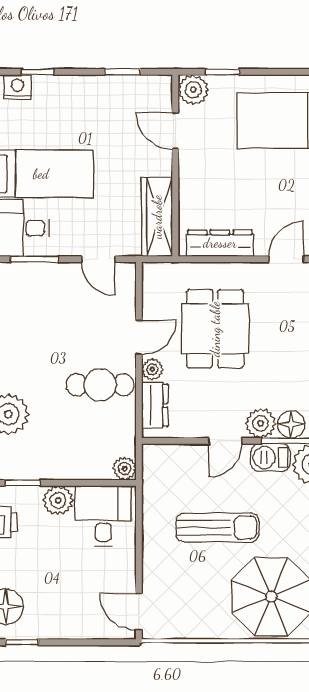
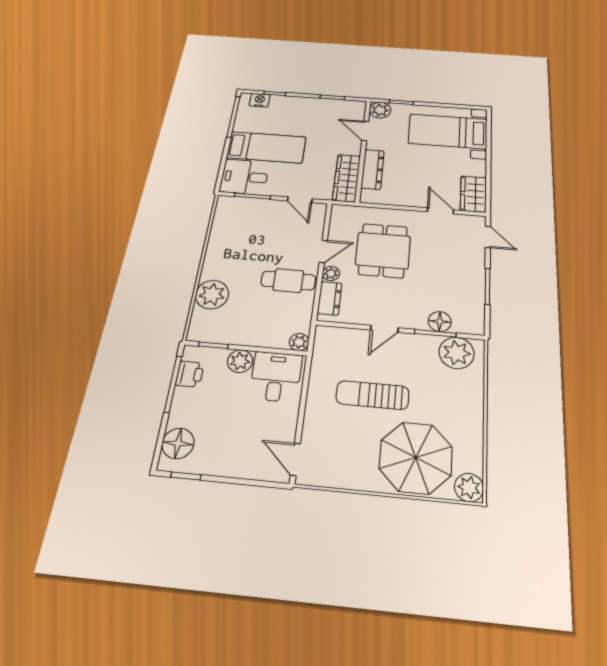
dresser: (220, 243) -> (373, 169), moved, turned 90
door: (286, 259) -> (440, 211), hinge flipped
plant: (260, 423) -> (414, 319), removed
barbecue: (270, 458) -> (421, 345), removed
sun lounger: (218, 528) -> (372, 395), turned 180

